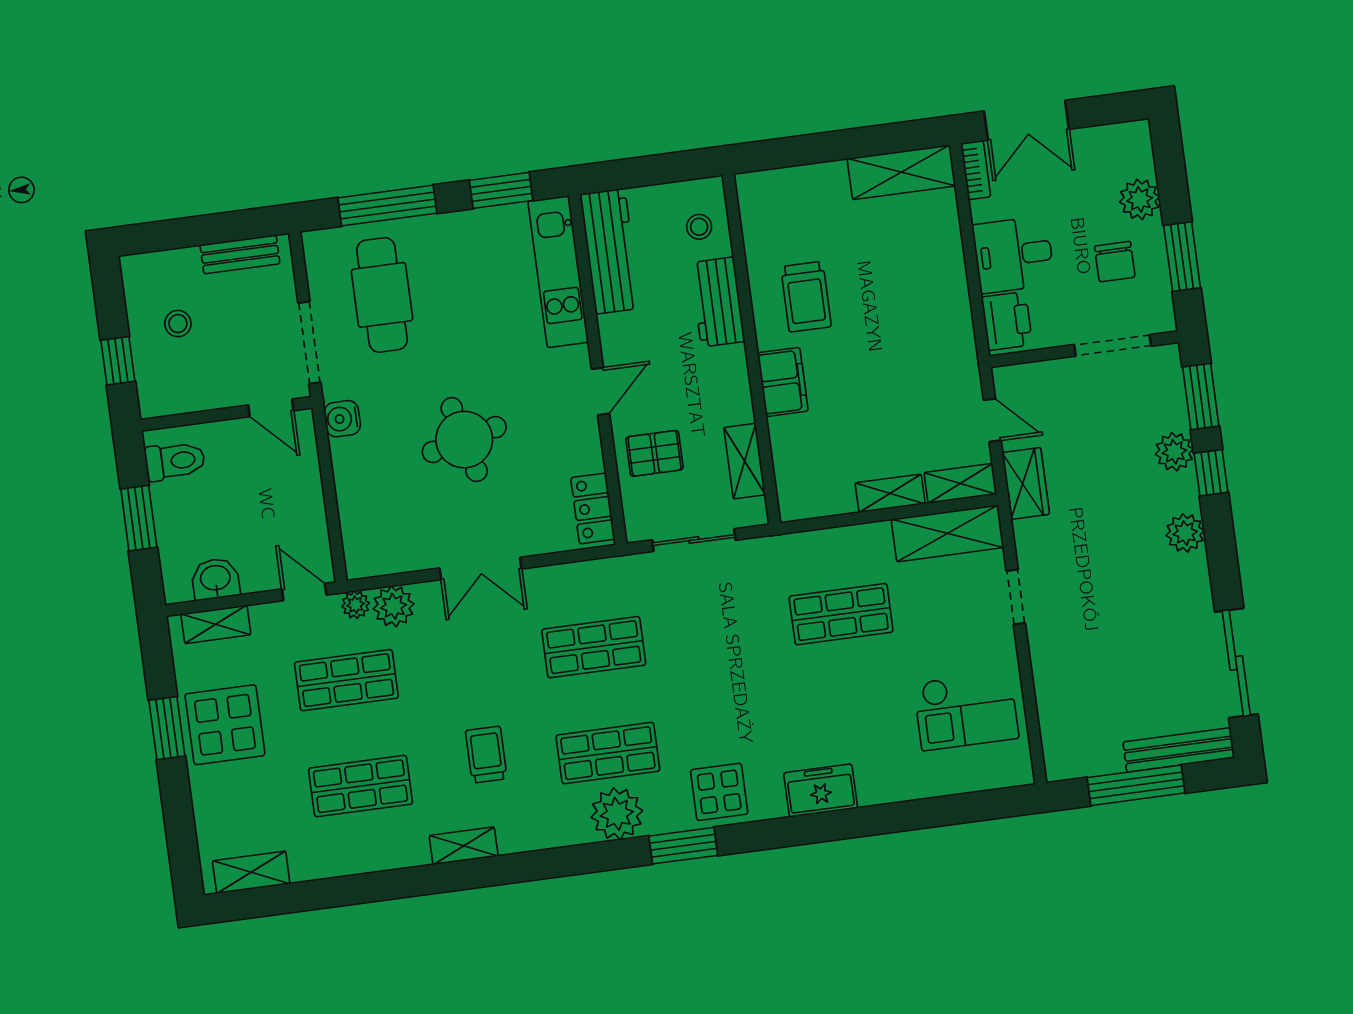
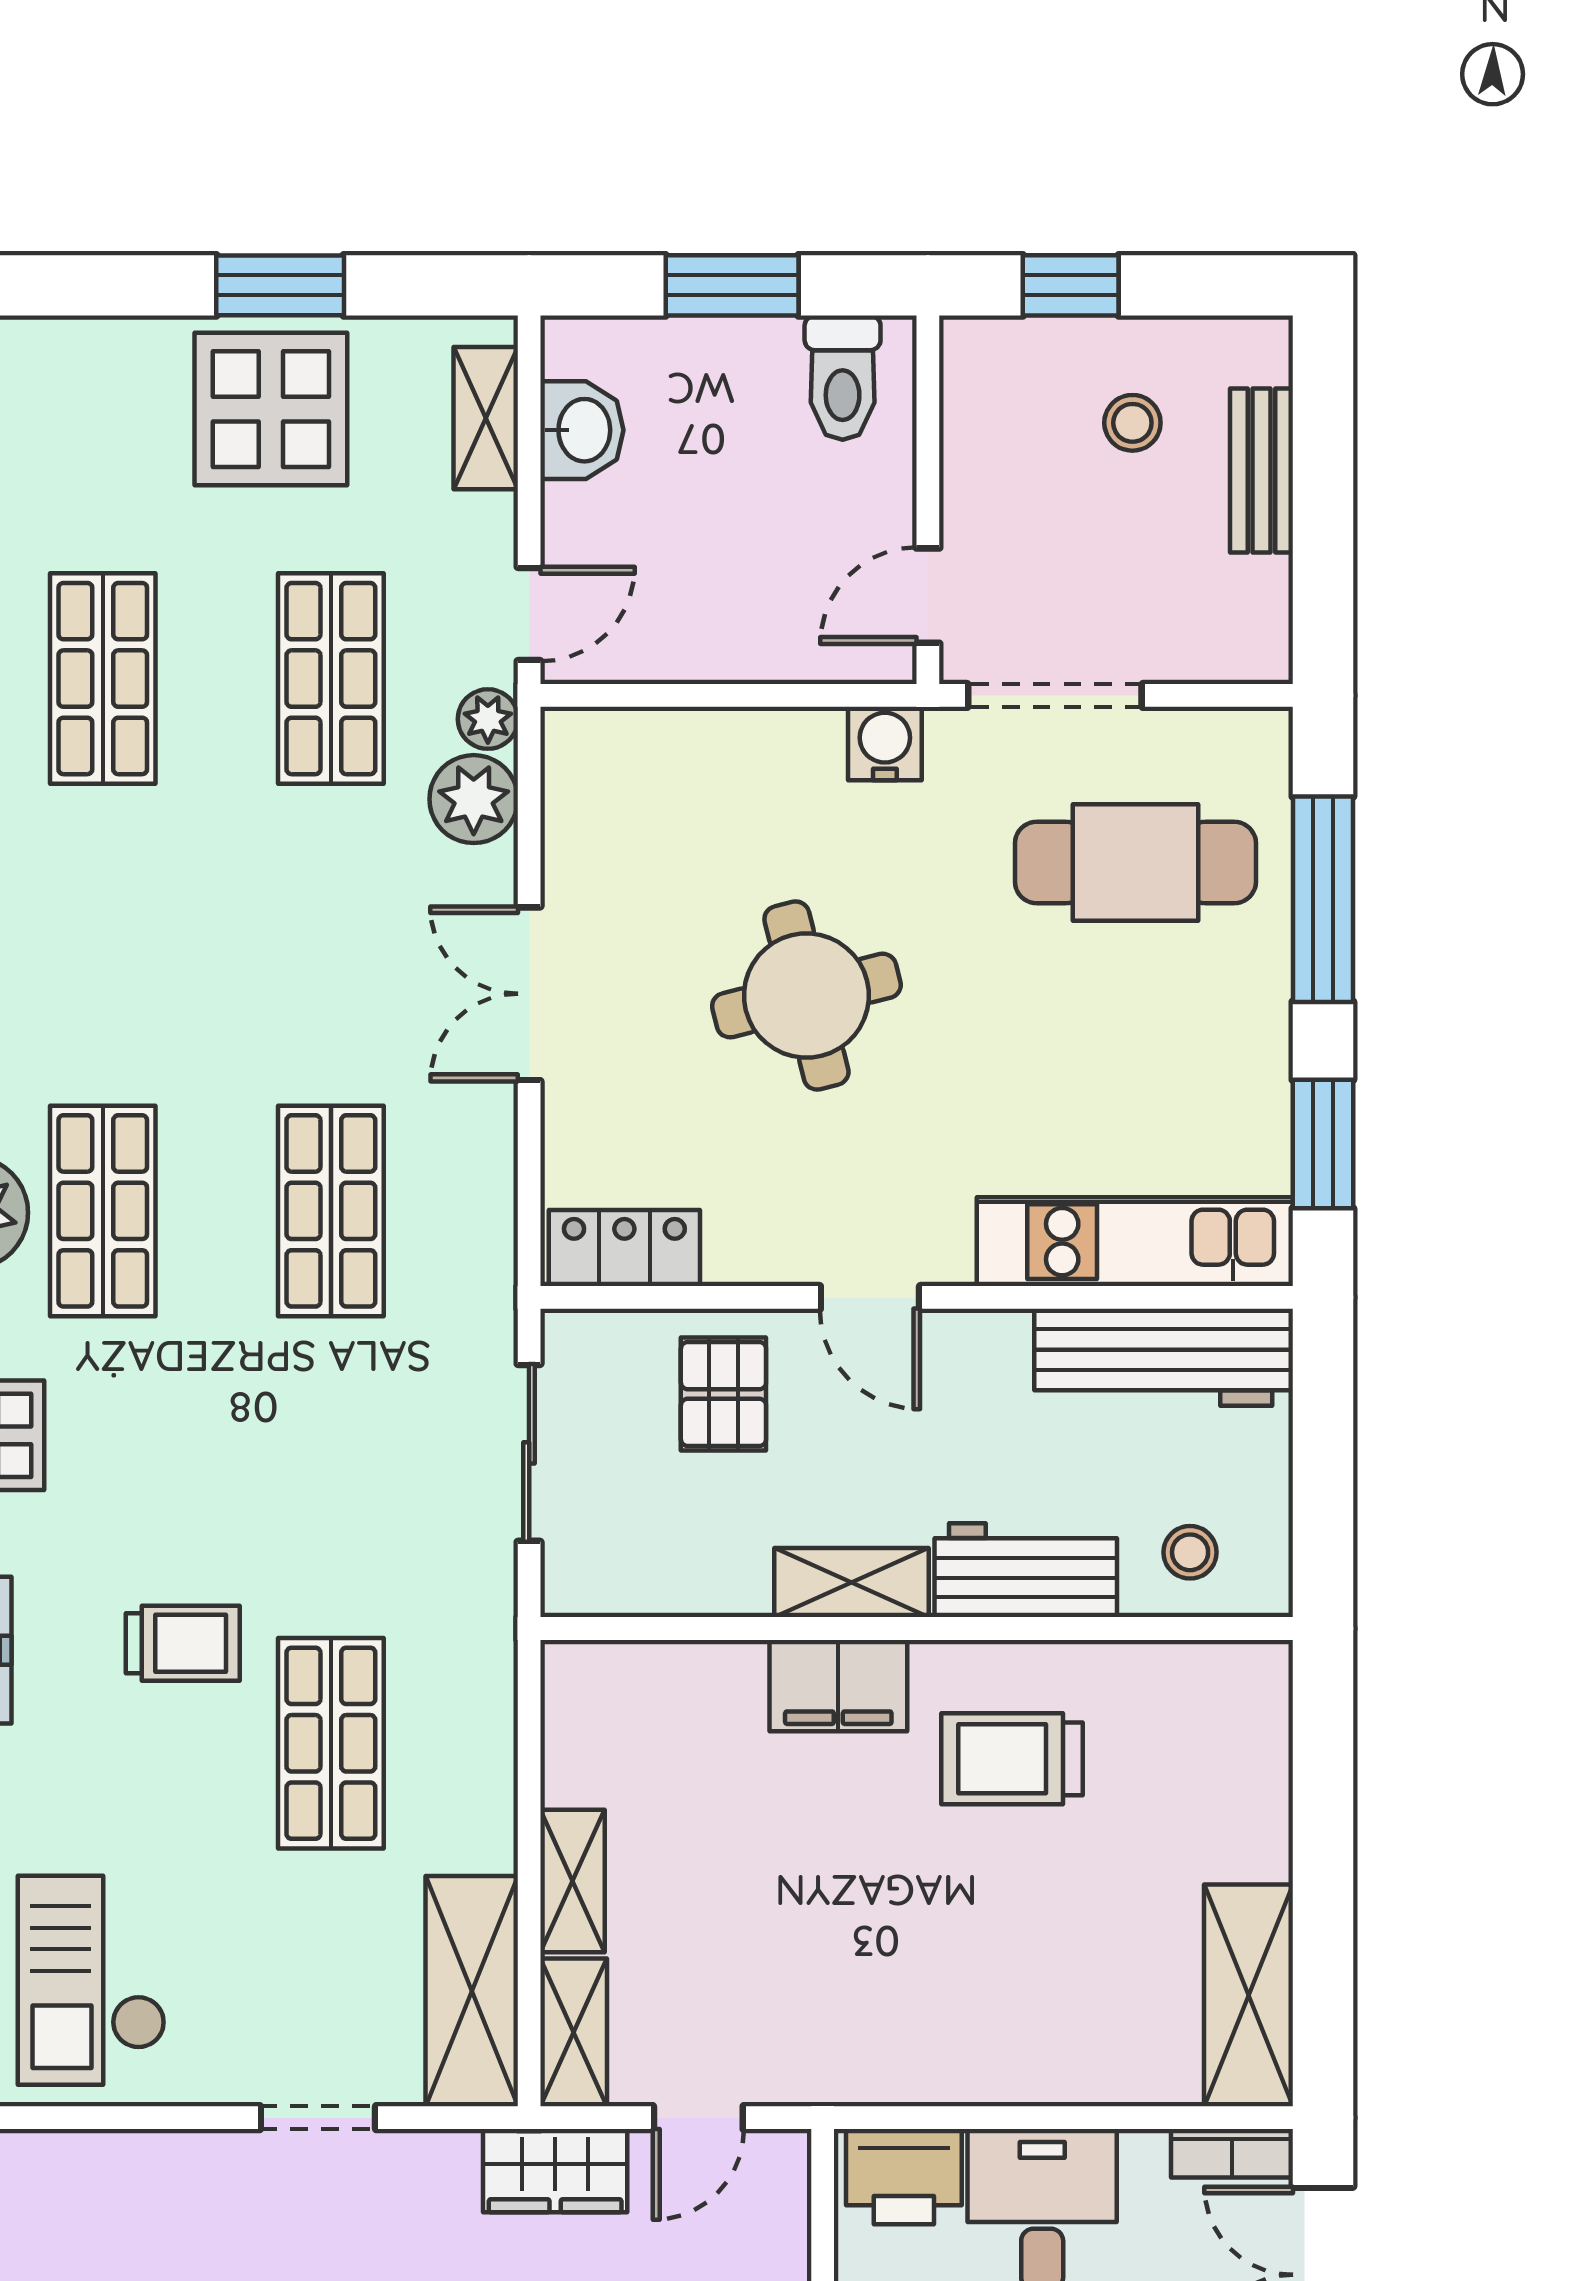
bench: (240, 254) -> (1262, 470), moved
shelving: (745, 461) -> (851, 1583), moved
trolley: (486, 755) -> (183, 1643), moved

